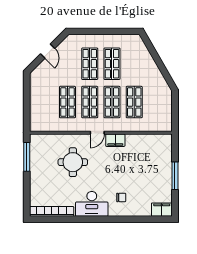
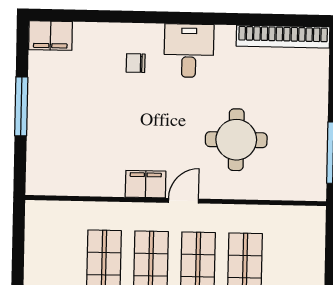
desk: (92, 204) -> (189, 51), width x0.73

